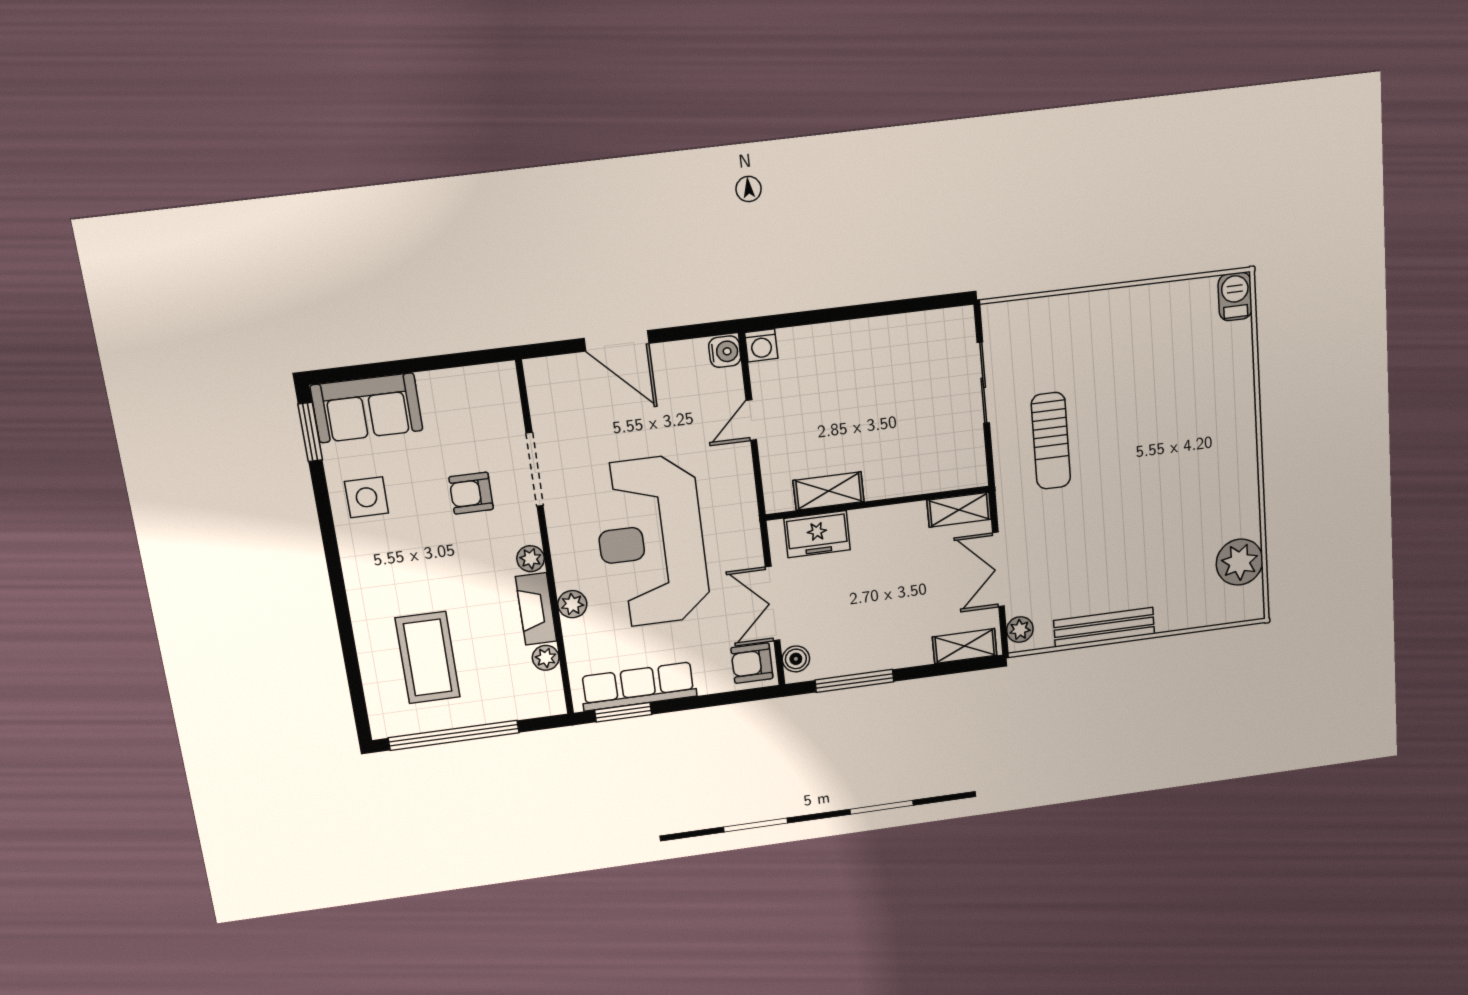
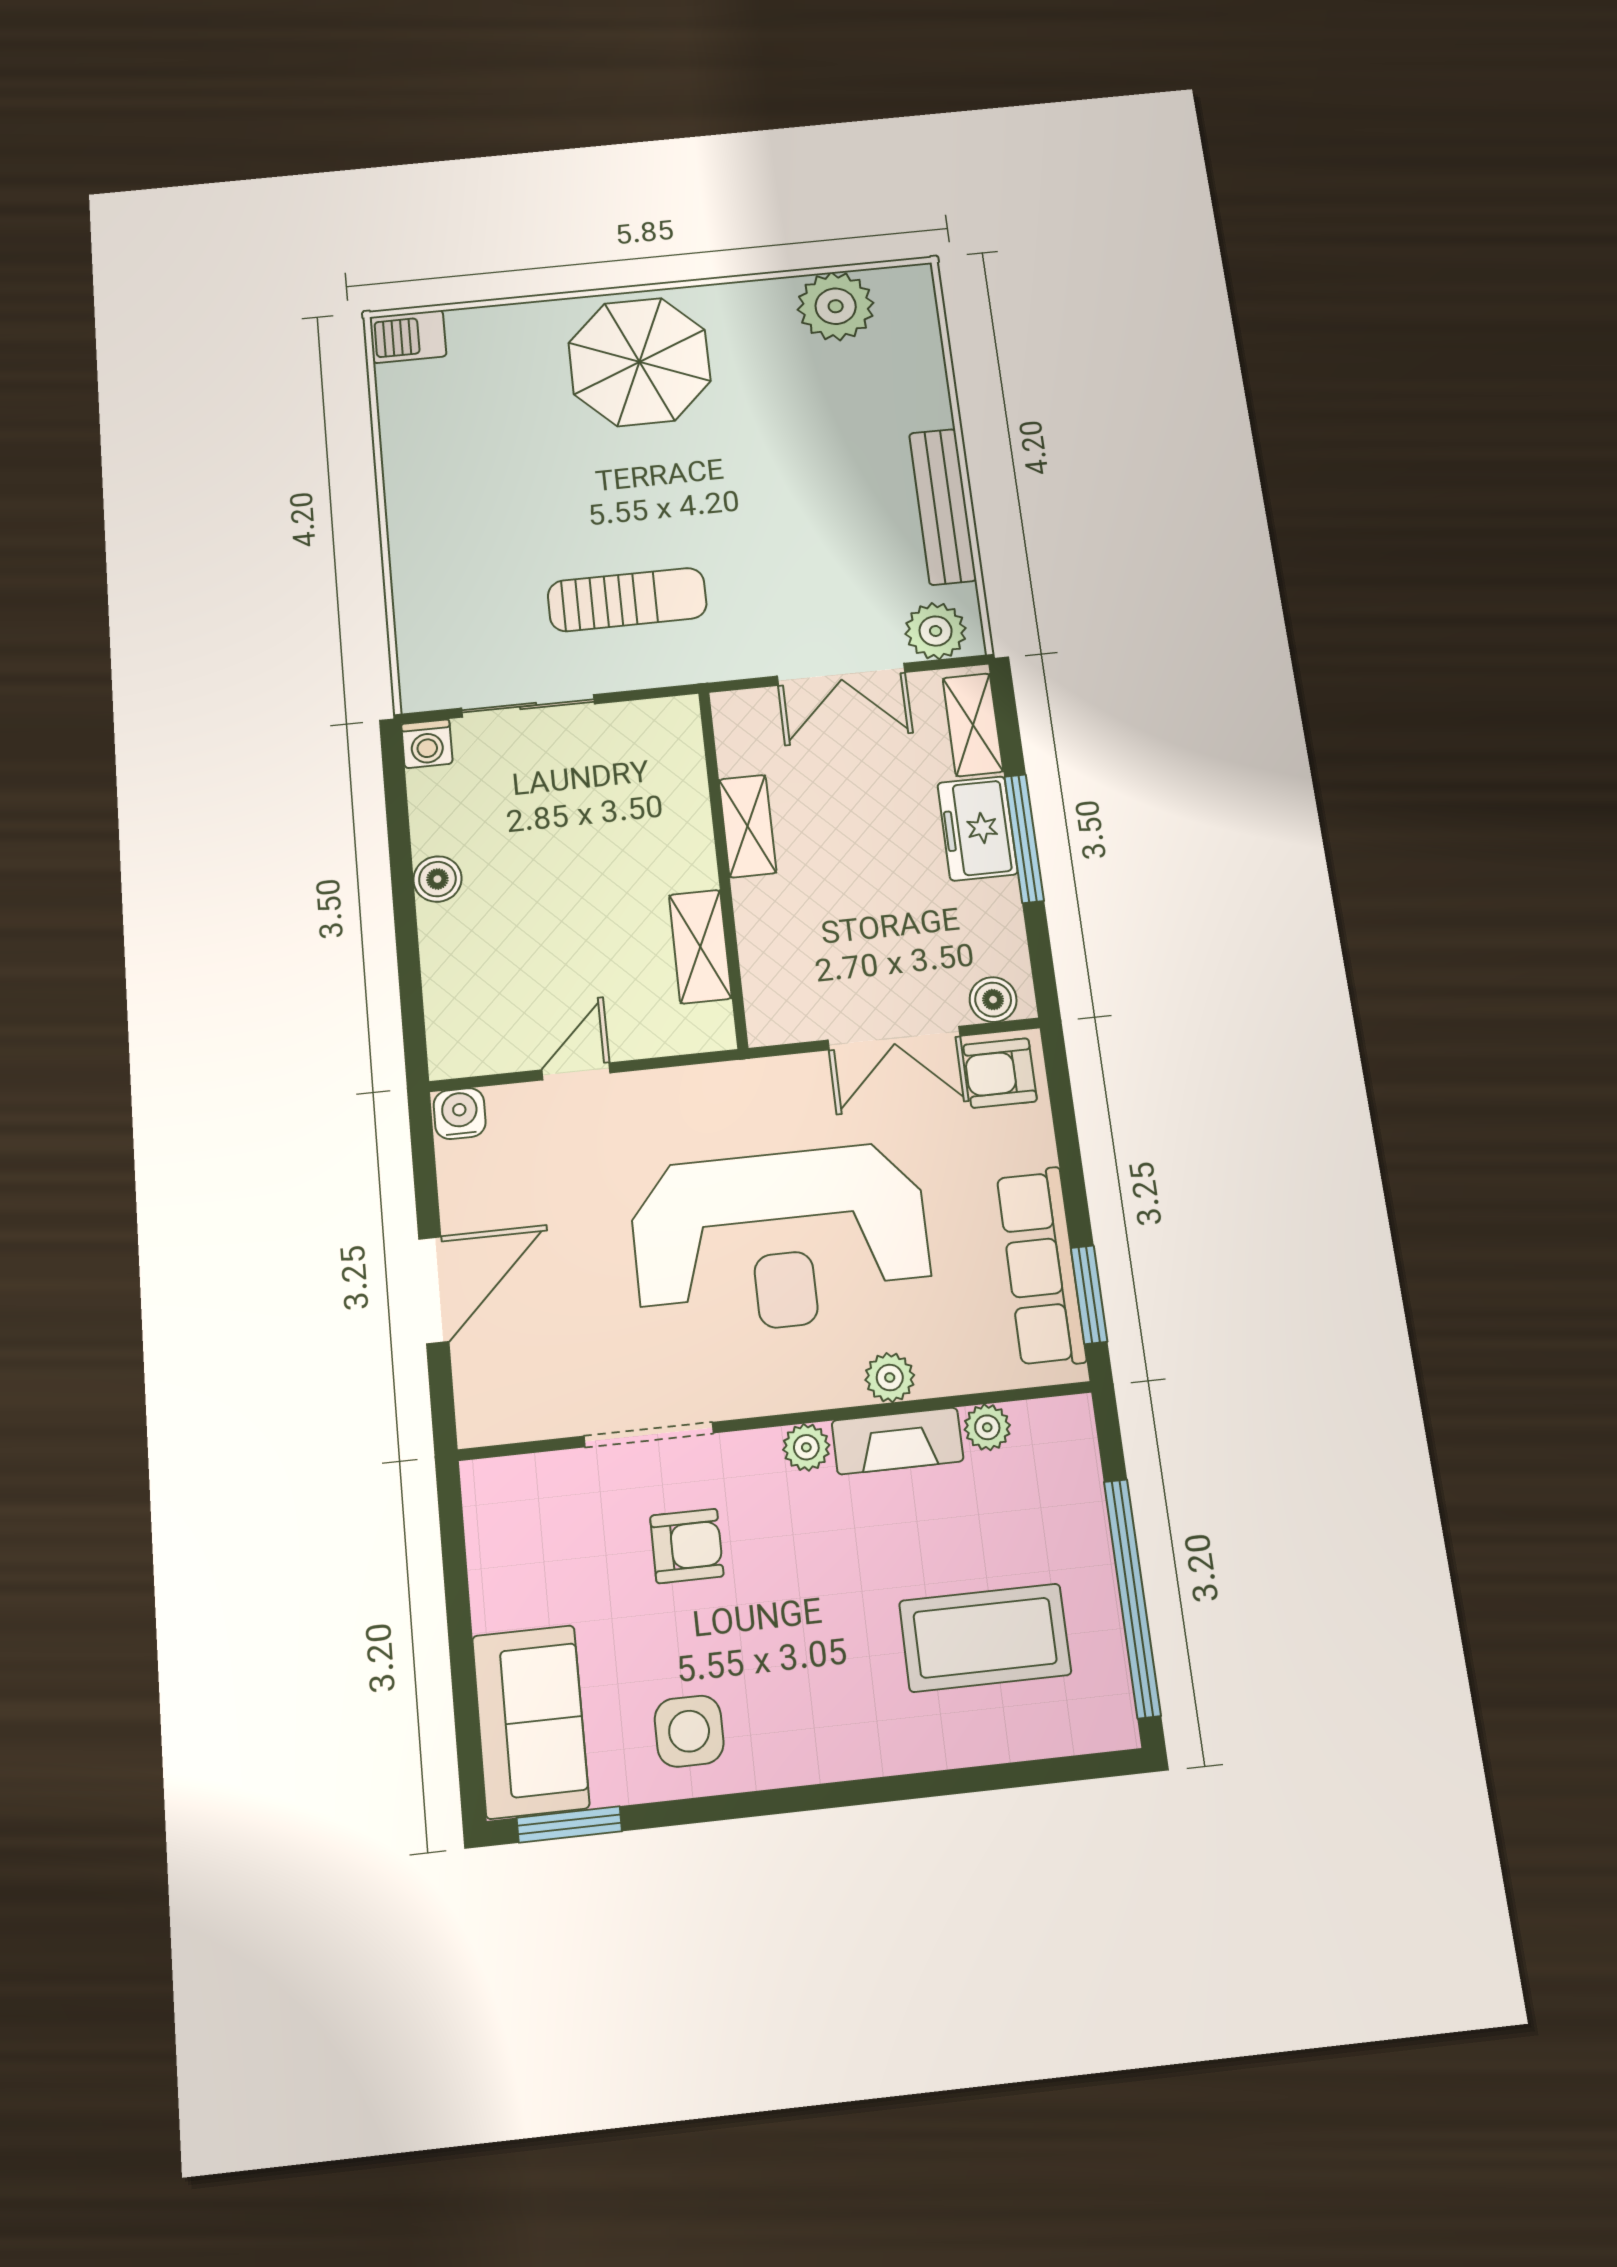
boiler: (872, 332) -> (437, 879), added
washing machine: (761, 345) -> (427, 744), moved, turned 90
door: (751, 420) -> (576, 1071), swing flipped
parasol: (1209, 443) -> (640, 362), added
armchair: (471, 493) -> (687, 1546), turned -90
shelving: (959, 510) -> (748, 826), moved
freezer: (817, 534) -> (977, 828), moved, turned 180
plant: (1020, 630) -> (936, 631), width x1.38, depth x1.38
armchair: (752, 663) -> (1000, 1073), turned 90
window: (854, 681) -> (1024, 838), moved

